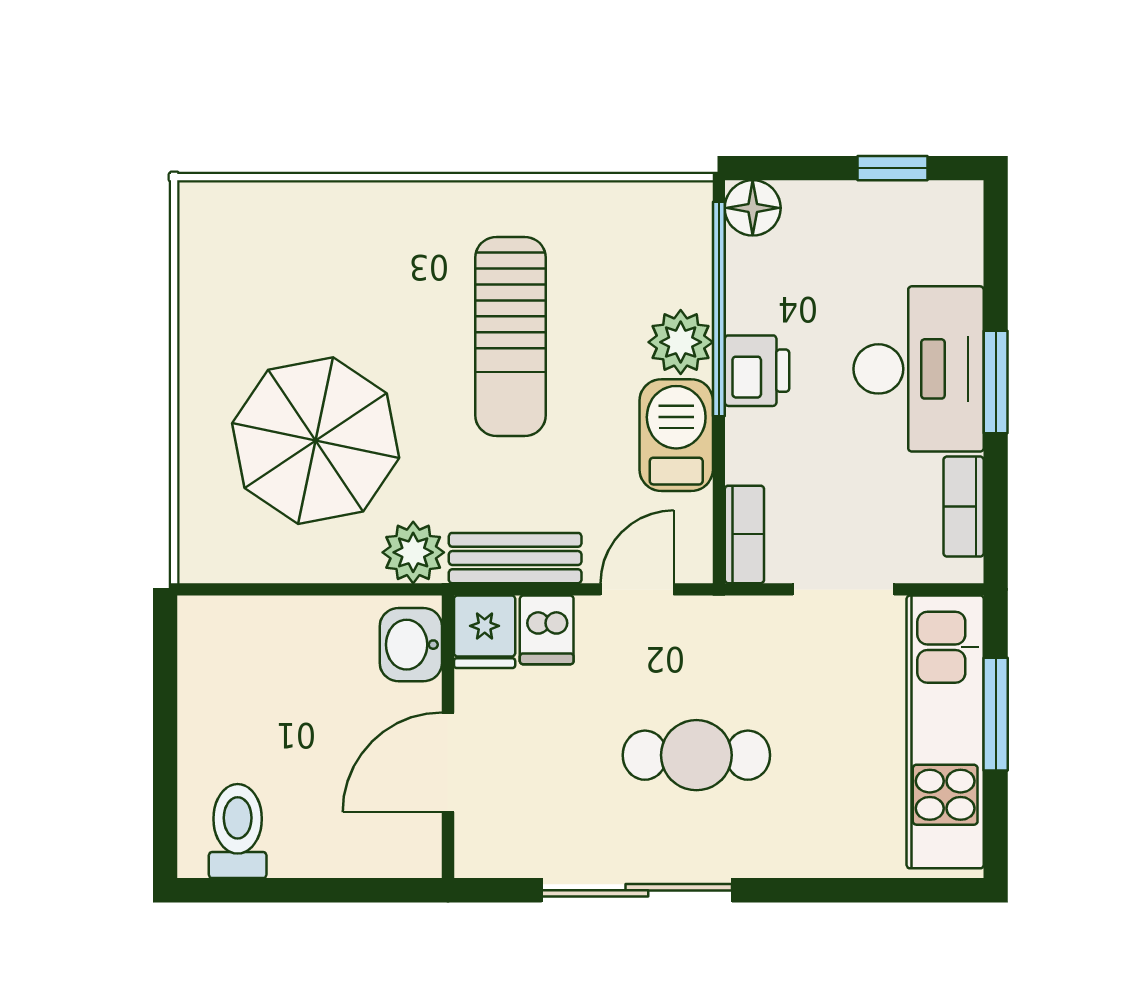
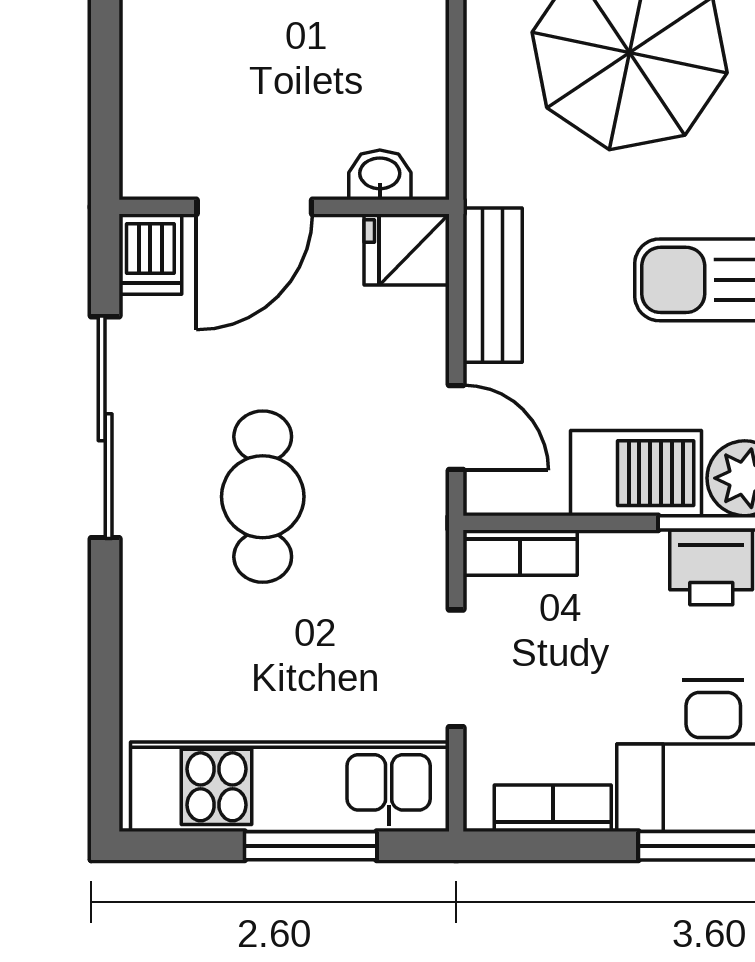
plant: (413, 552) -> (499, 166), removed
dishwasher: (547, 630) -> (150, 254), moved, turned -90
washbasin: (411, 645) -> (380, 175), width x0.72, depth x0.69
door: (448, 762) -> (254, 207), swing flipped

